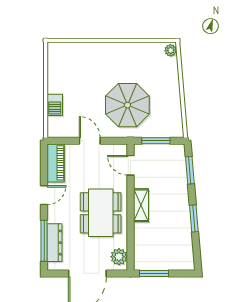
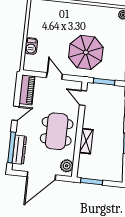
shelving: (141, 205) -> (86, 141), moved

